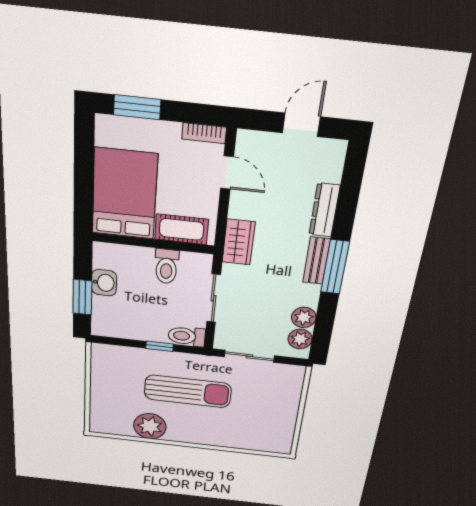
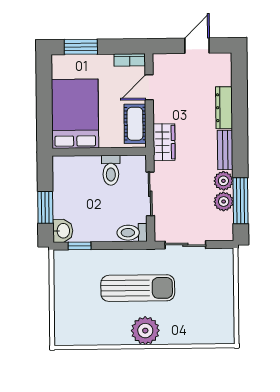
door: (227, 172) -> (149, 87), swing flipped
cot: (181, 229) -> (135, 124), moved, turned 90
window: (335, 267) -> (241, 201), moved
washbasin: (104, 283) -> (63, 231), moved
plant: (300, 339) -> (223, 181), moved
window: (160, 346) -> (80, 246), moved
plant: (150, 426) -> (145, 331), moved

